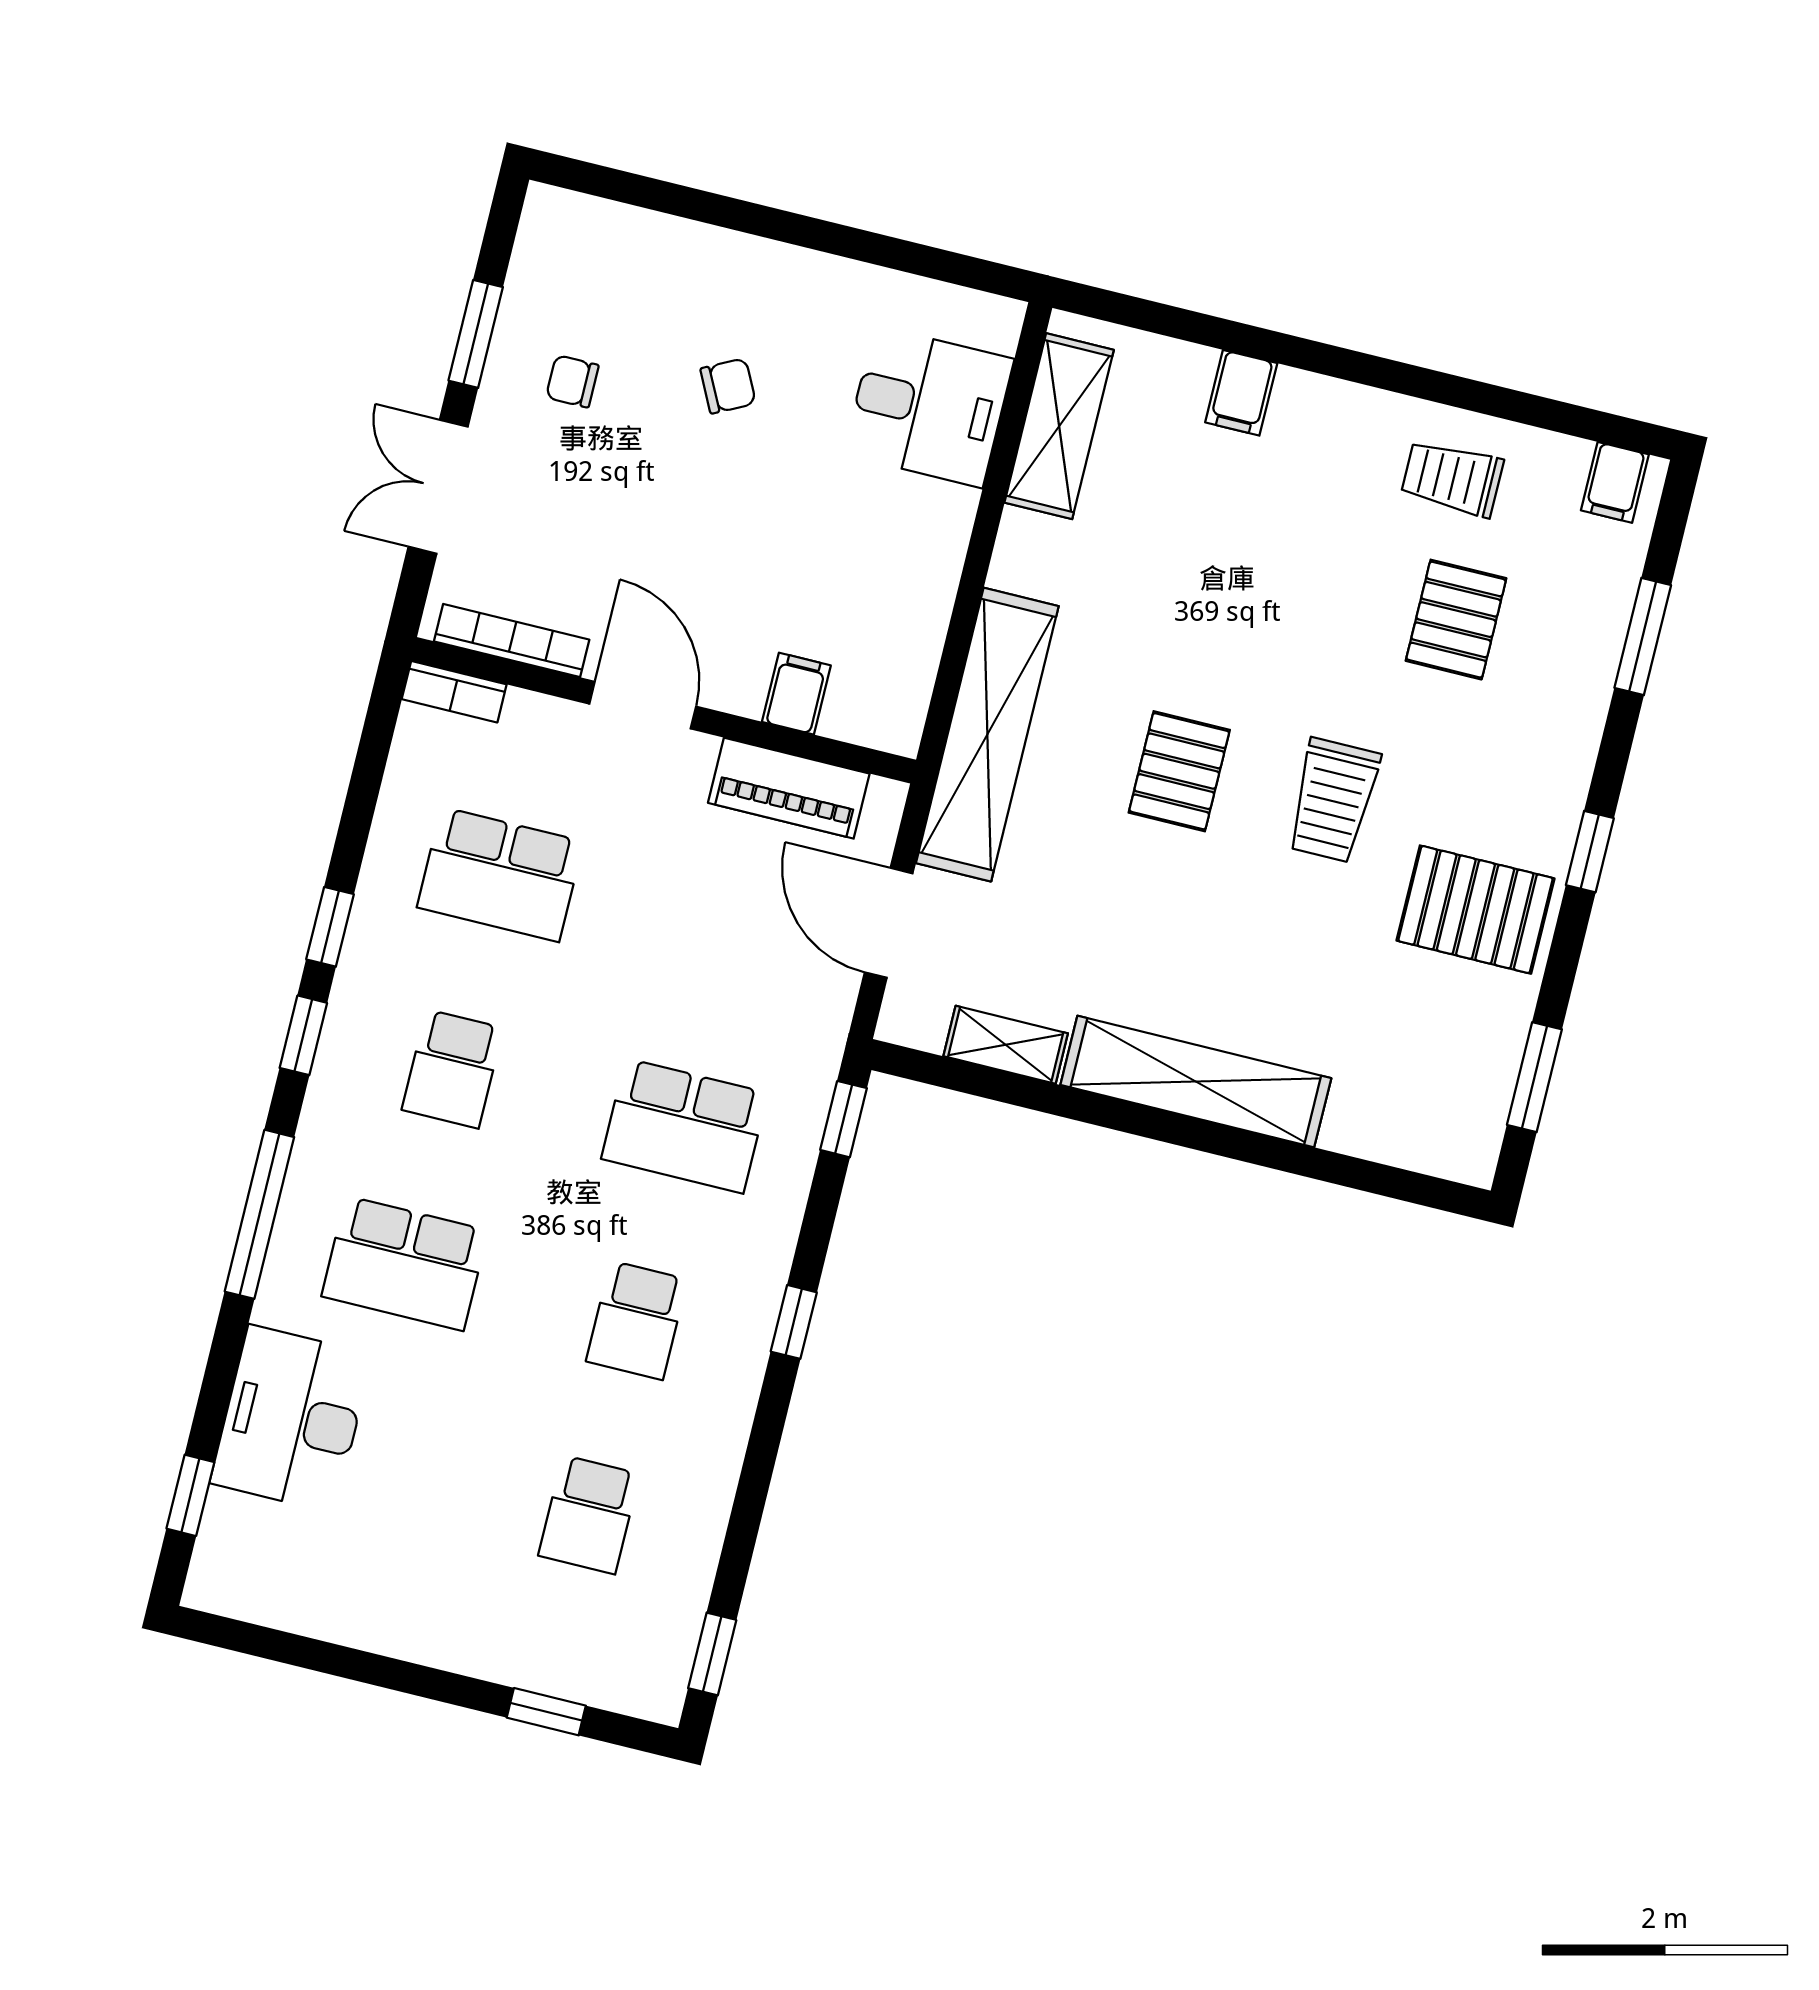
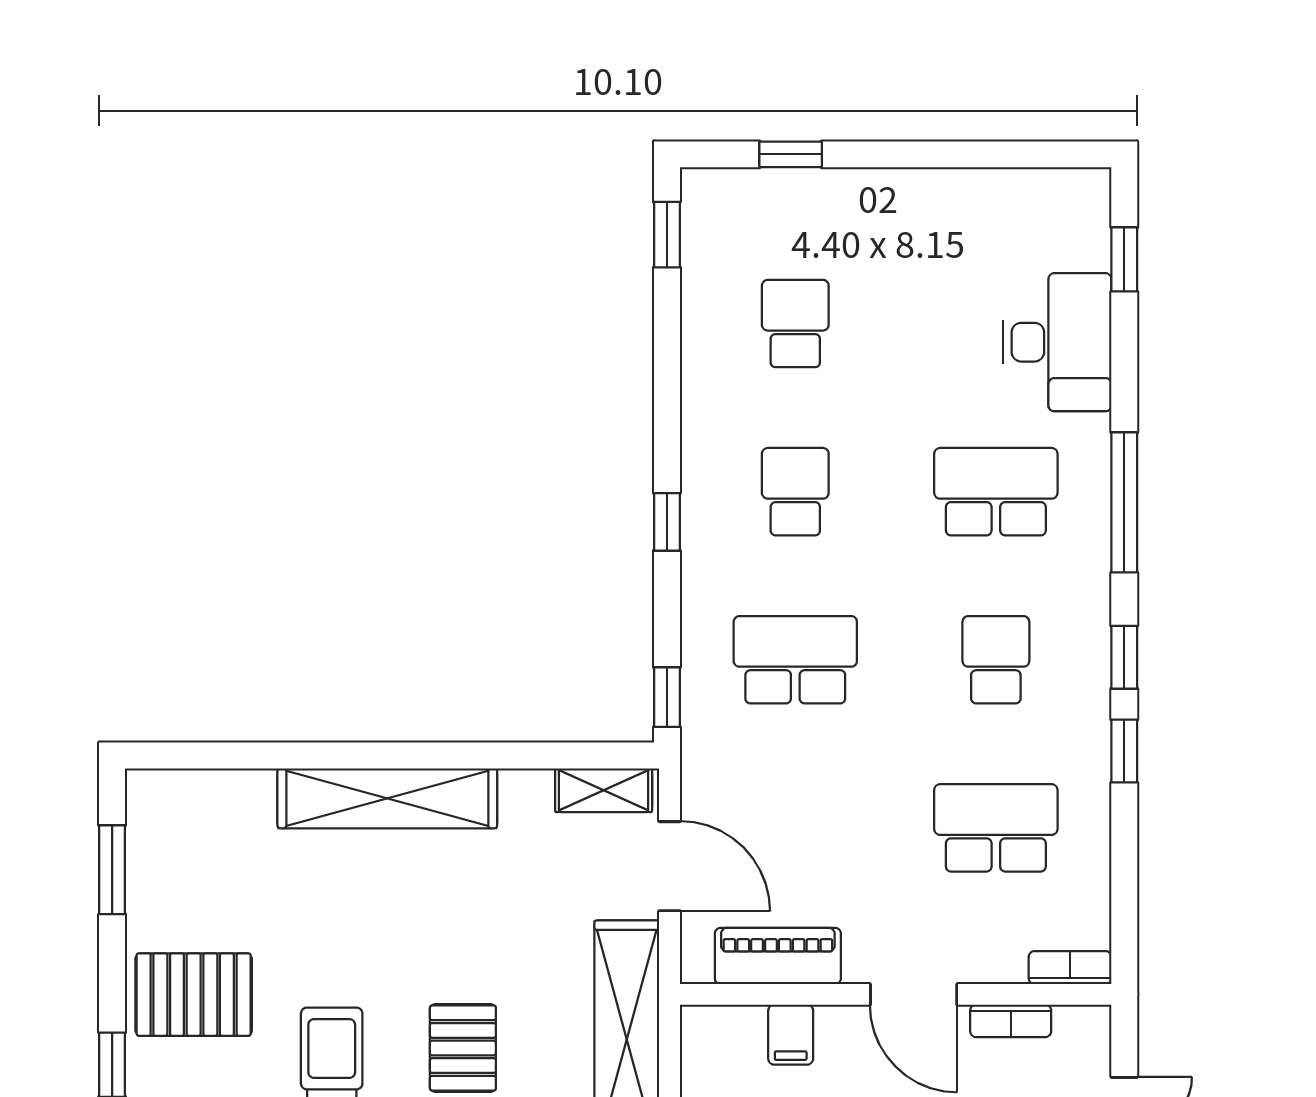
bookcase: (512, 641) -> (1011, 1021), width x0.64
shelving: (1006, 1045) -> (604, 790), moved

